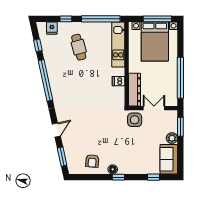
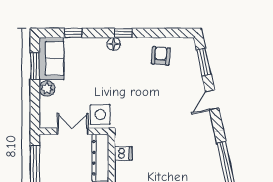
dishwasher: (118, 81) -> (123, 153), moved
double door: (154, 108) -> (73, 131), swing flipped
window: (180, 127) -> (35, 66), moved
floor lamp: (113, 169) -> (114, 44), moved

